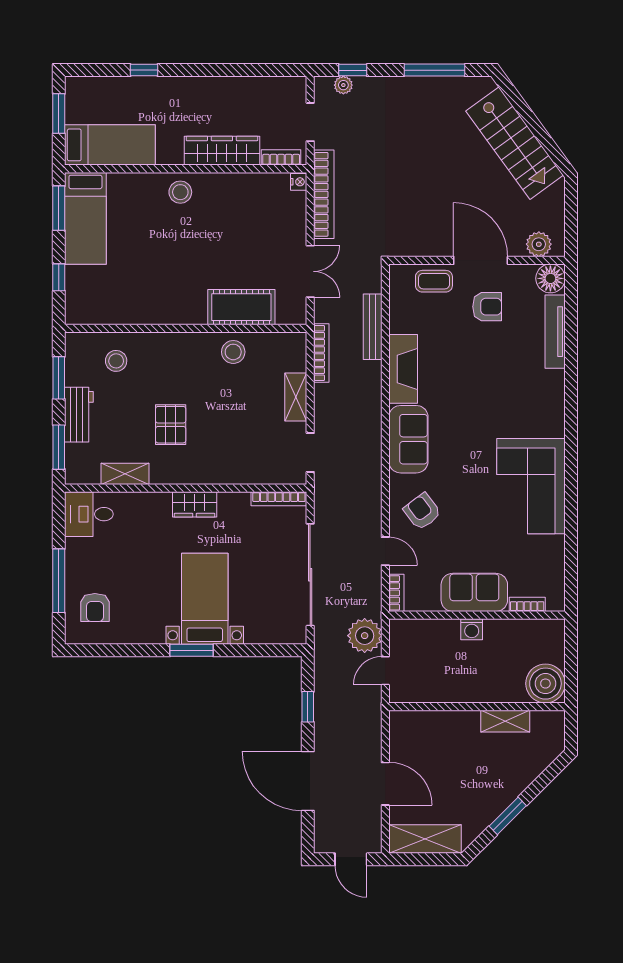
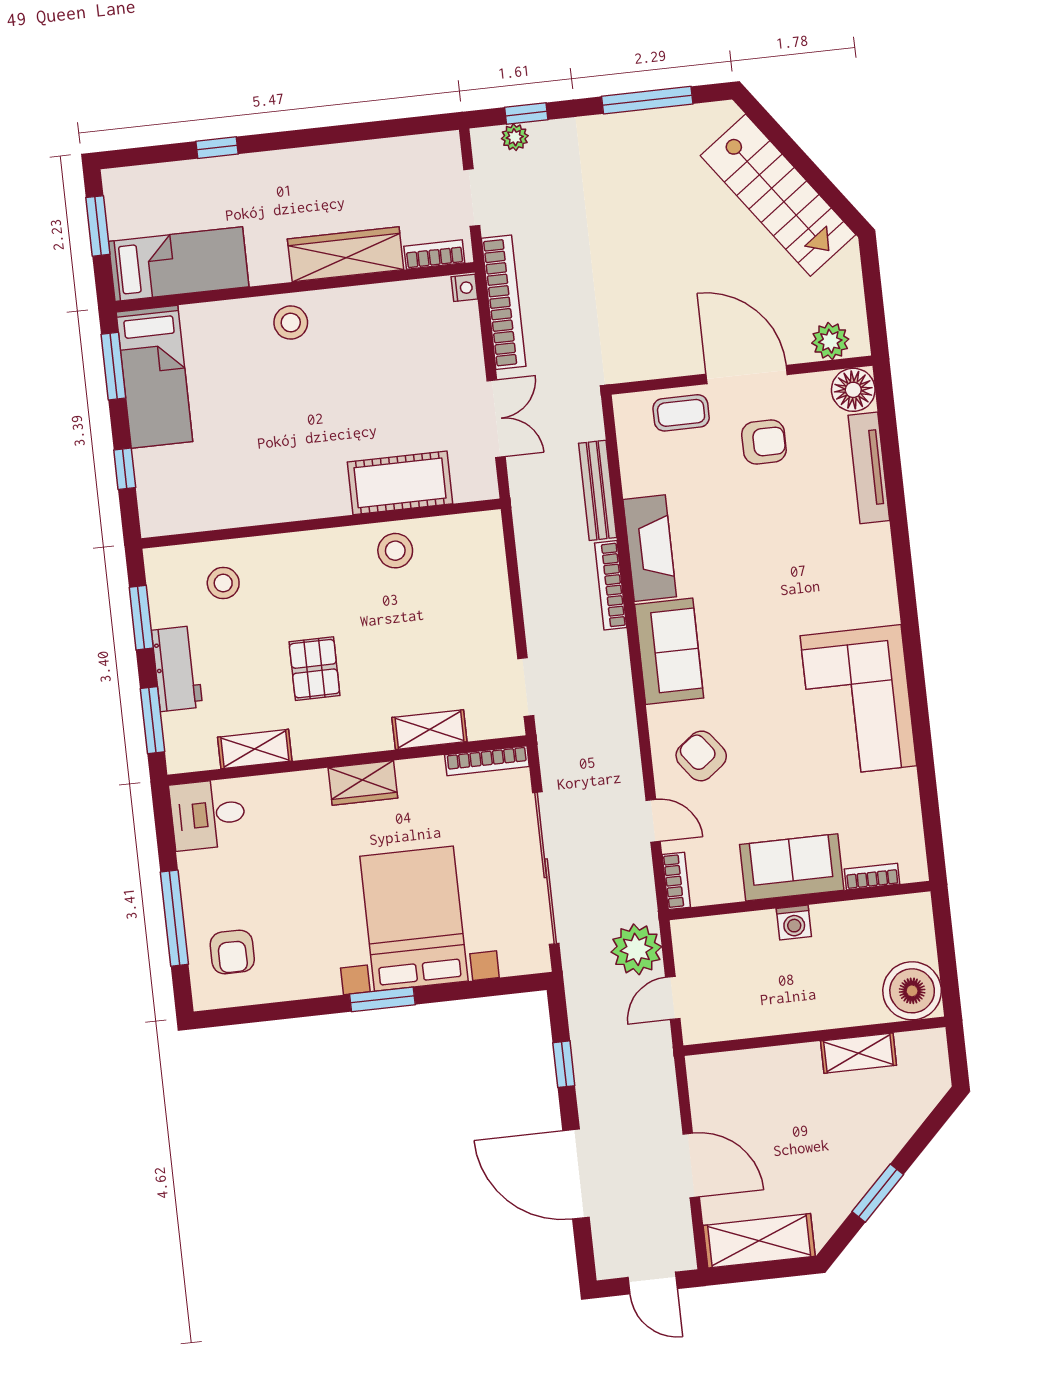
bookcase: (321, 353) -> (611, 585), moved, turned 180
shelving: (296, 397) -> (429, 730), moved, turned 90
bed with nightstands: (205, 599) -> (414, 919), width x1.36

